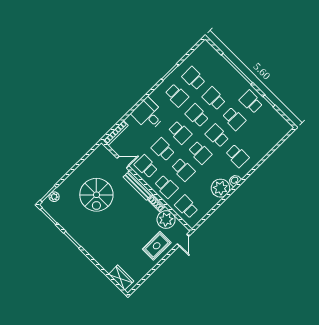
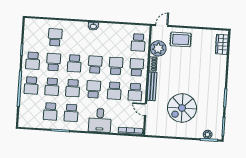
school desk: (231, 82) -> (31, 85), added
school desk: (177, 95) -> (71, 113), turned 180
school desk: (237, 156) -> (55, 37), moved
plant: (220, 188) -> (107, 31), removed
spiral stairs: (96, 195) -> (182, 108), turned 180

